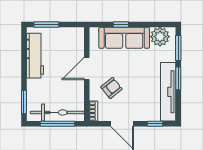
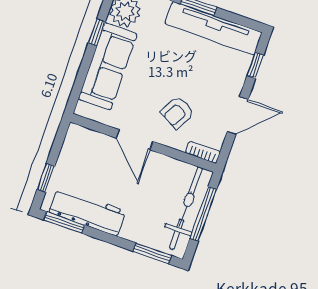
window: (46, 24) -> (46, 178), width x0.67
window: (121, 24) -> (97, 32), moved
window: (24, 44) -> (64, 223), added
armchair: (111, 88) -> (177, 113), turned -113

